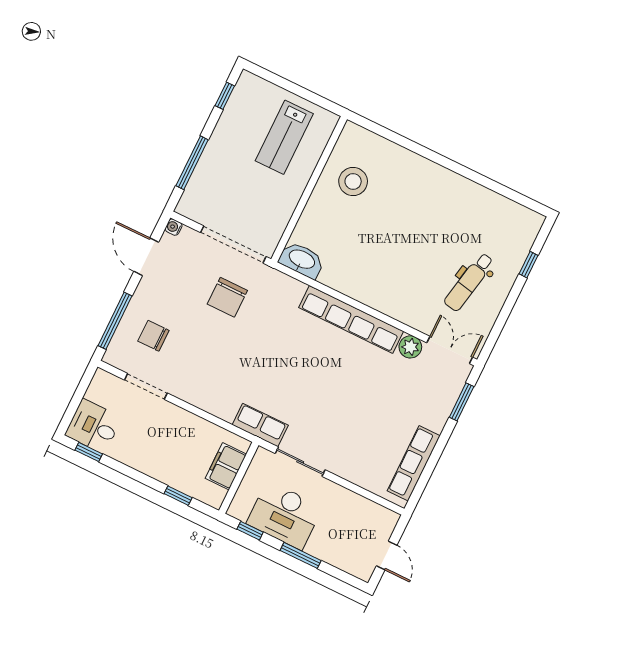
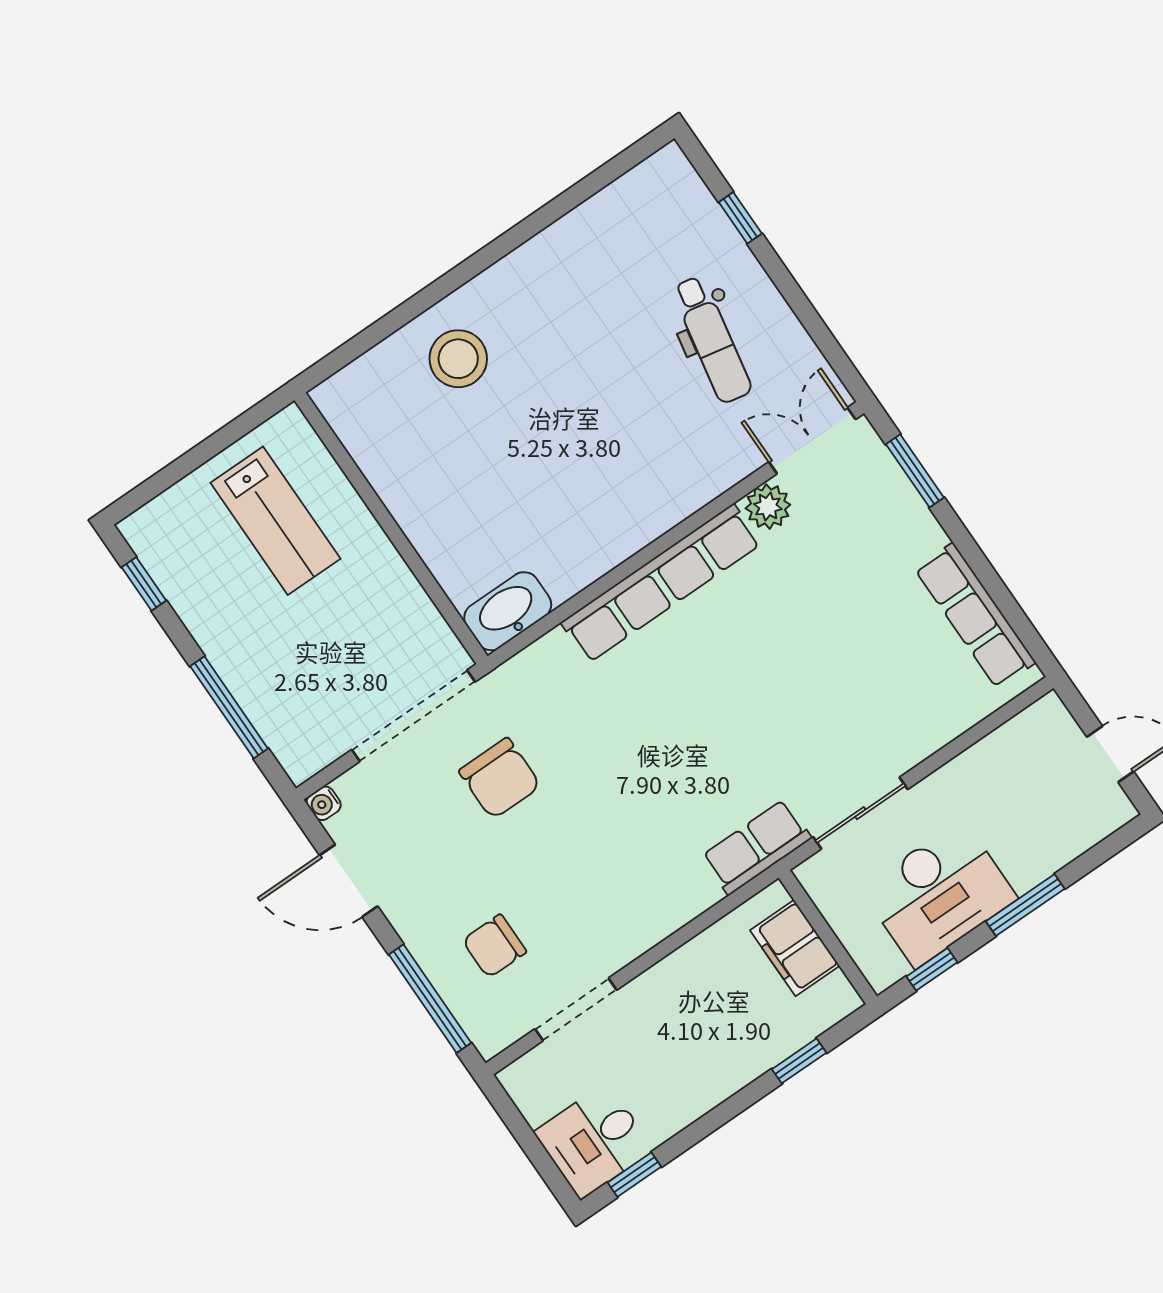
stool: (353, 181) -> (458, 359), moved

